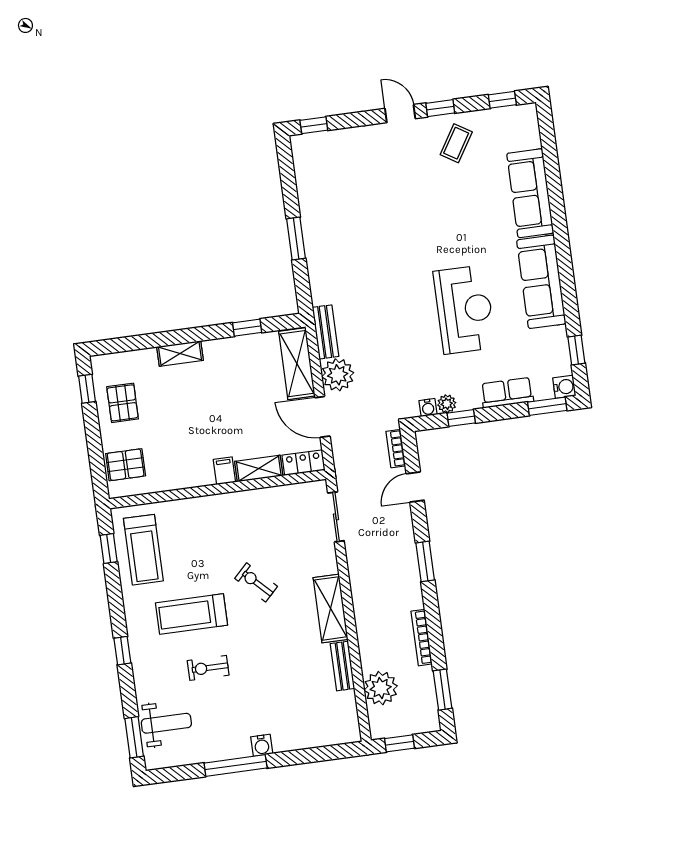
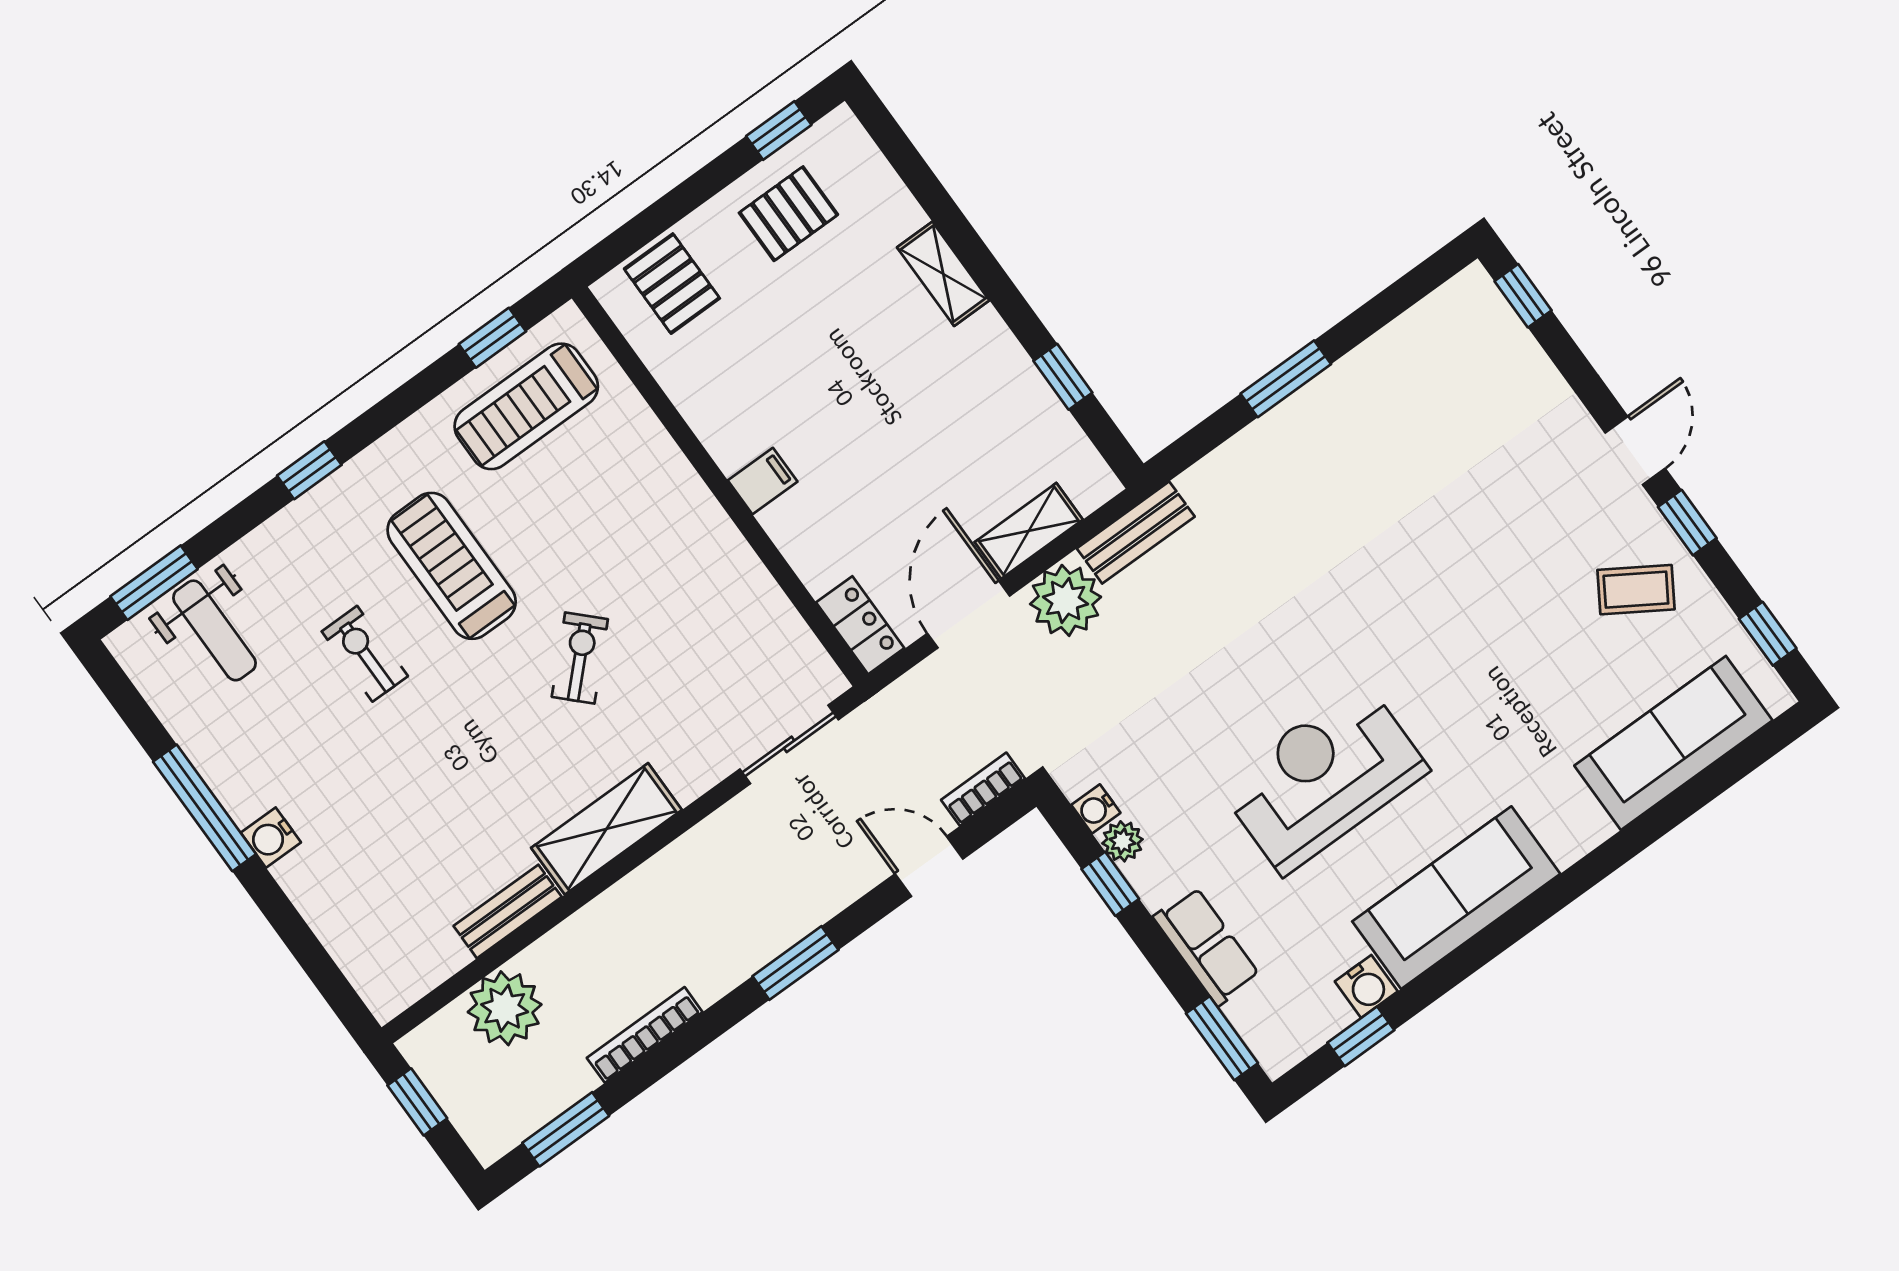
sofa: (530, 193) -> (1673, 743), moved
reception desk: (464, 309) -> (1323, 778), turned 180
shelving: (297, 364) -> (1029, 531), width x0.67, depth x0.75
water cooler: (564, 387) -> (1366, 986), moved
shelving: (259, 469) -> (803, 545), removed

